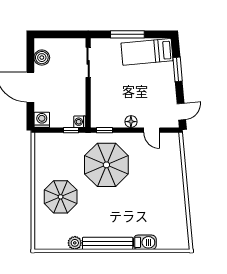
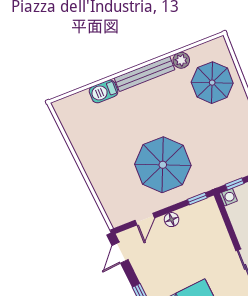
door: (152, 130) -> (145, 219), swing flipped
parasol: (106, 165) -> (163, 165), moved
parasol: (61, 197) -> (212, 83), moved

